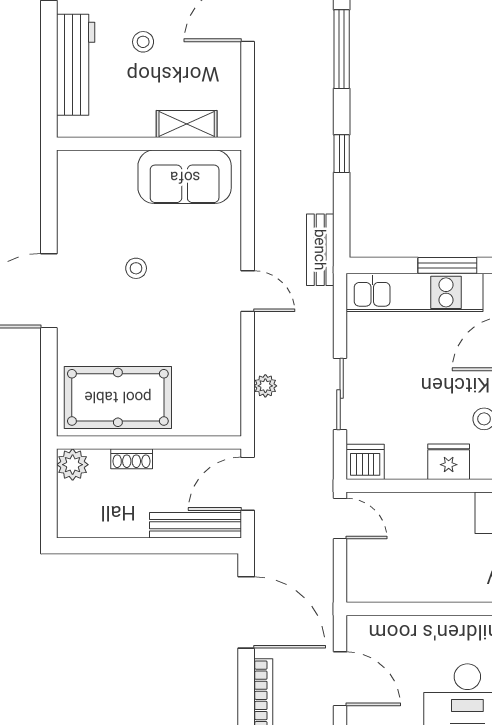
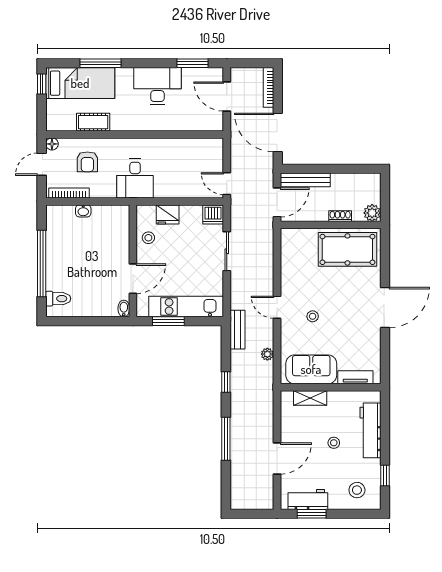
tv unit: (103, 162) -> (355, 377), added
stool: (136, 268) -> (313, 316), moved
plant: (265, 386) -> (267, 354), moved

